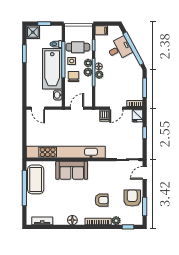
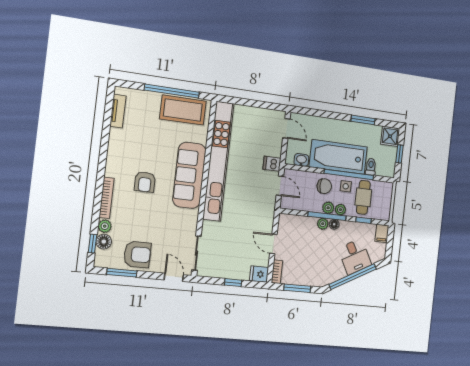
door: (38, 108) -> (286, 128), swing flipped
dishwasher: (104, 115) -> (272, 164), moved
sofa: (72, 170) -> (189, 175), width x1.36
armchair: (102, 200) -> (145, 182), moved
floor lamp: (72, 220) -> (104, 242), moved

